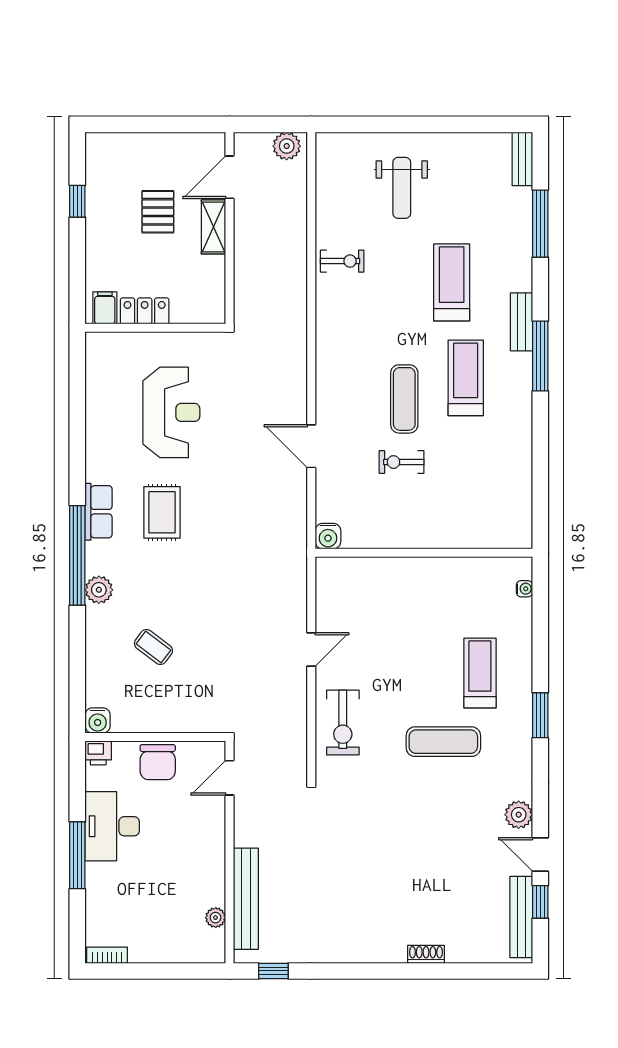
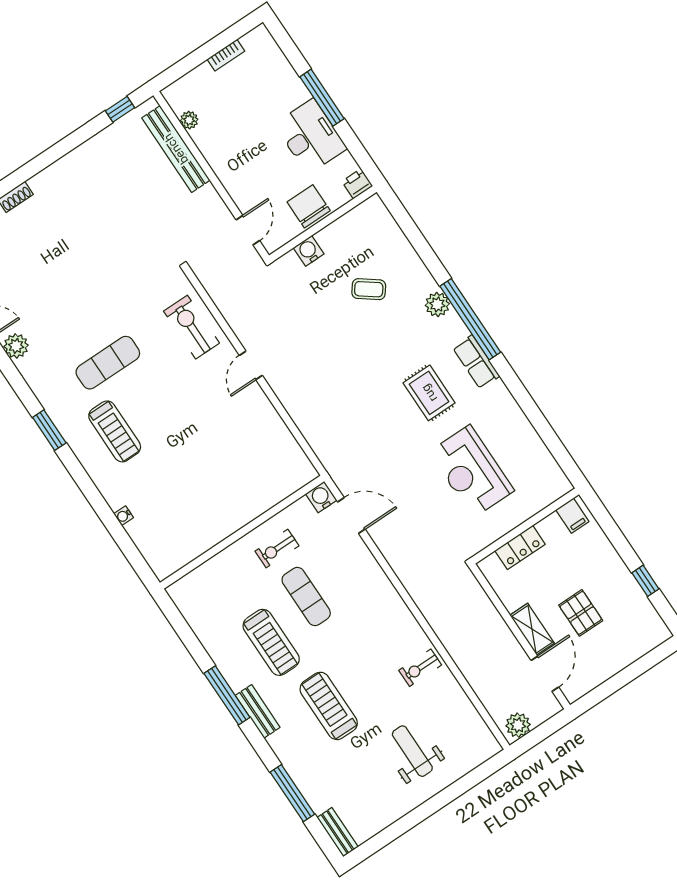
treadmill: (452, 282) -> (329, 706), turned 180
locker: (145, 311) -> (520, 547), moved
exercise bike: (402, 462) -> (277, 549), turned 180
water cooler: (328, 536) -> (321, 497), moved
wall: (424, 553) -> (242, 532), moved
water cooler: (98, 720) -> (309, 251), moved
bookcase: (107, 955) -> (226, 55), moved

